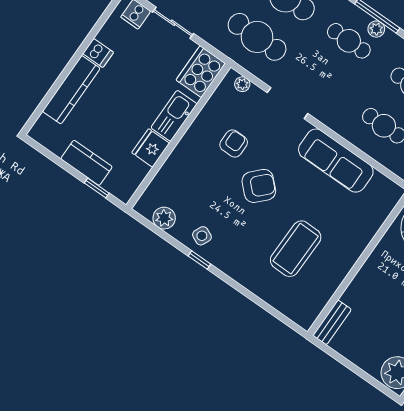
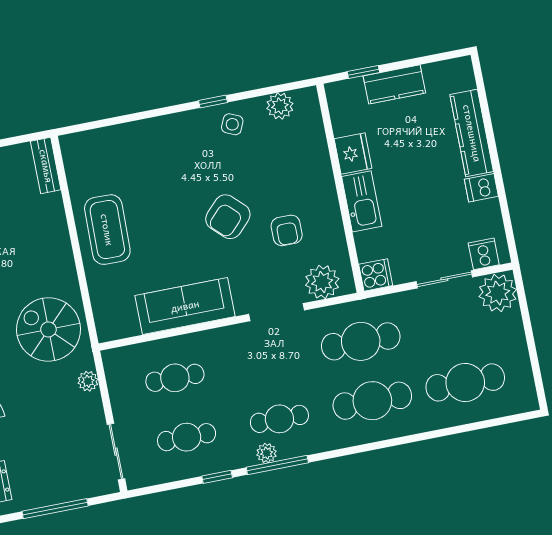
cooker: (201, 72) -> (376, 275), width x0.53, depth x0.76
plant: (242, 84) -> (322, 282), width x1.88, depth x1.88
coffee table: (296, 249) -> (107, 230), moved

